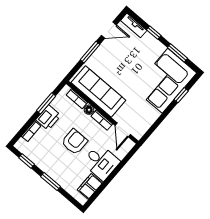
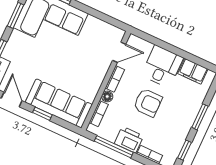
window: (90, 52) -> (42, 114), width x0.67
sofa: (98, 91) -> (59, 103), moved, turned 90
window: (46, 103) -> (114, 147), width x1.44
armchair: (74, 142) -> (148, 103), turned 180

